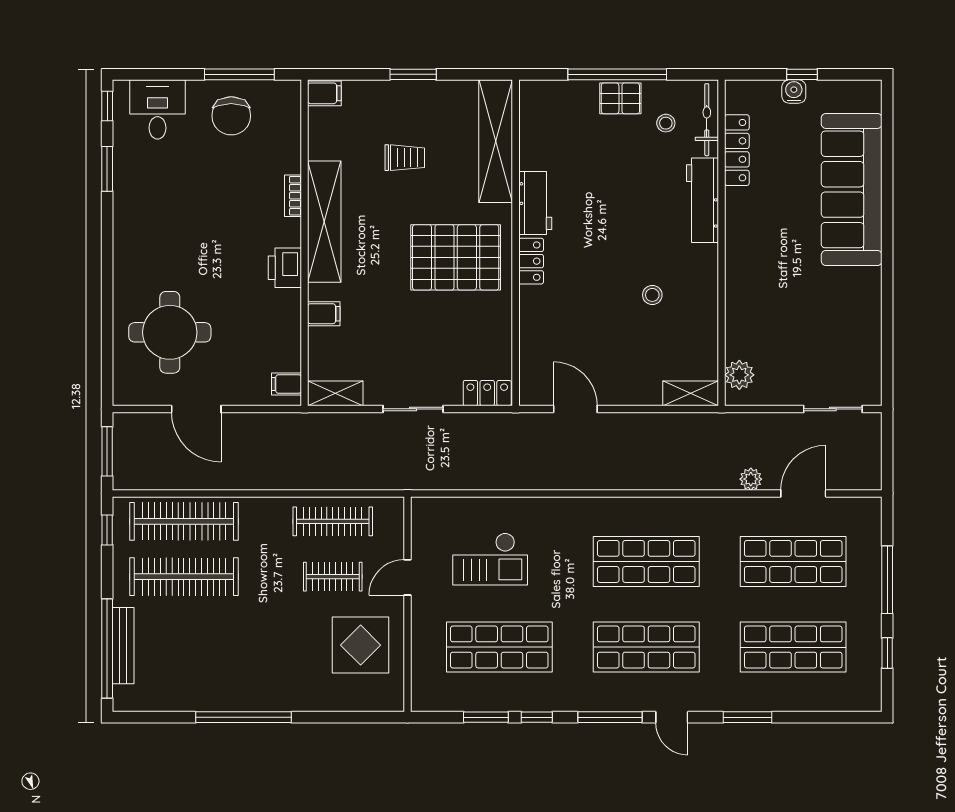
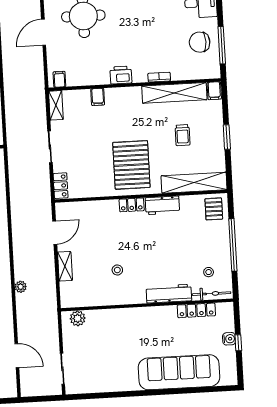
pallet: (620, 98) -> (214, 209), moved
shelving: (324, 222) -> (174, 93), moved
shelving: (691, 393) -> (65, 266), moved
plant: (751, 479) -> (21, 287), moved

